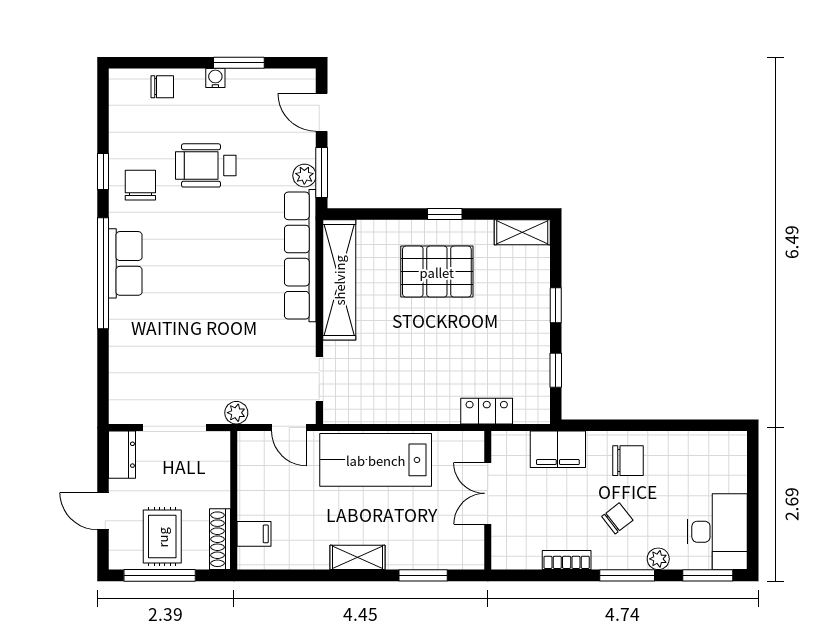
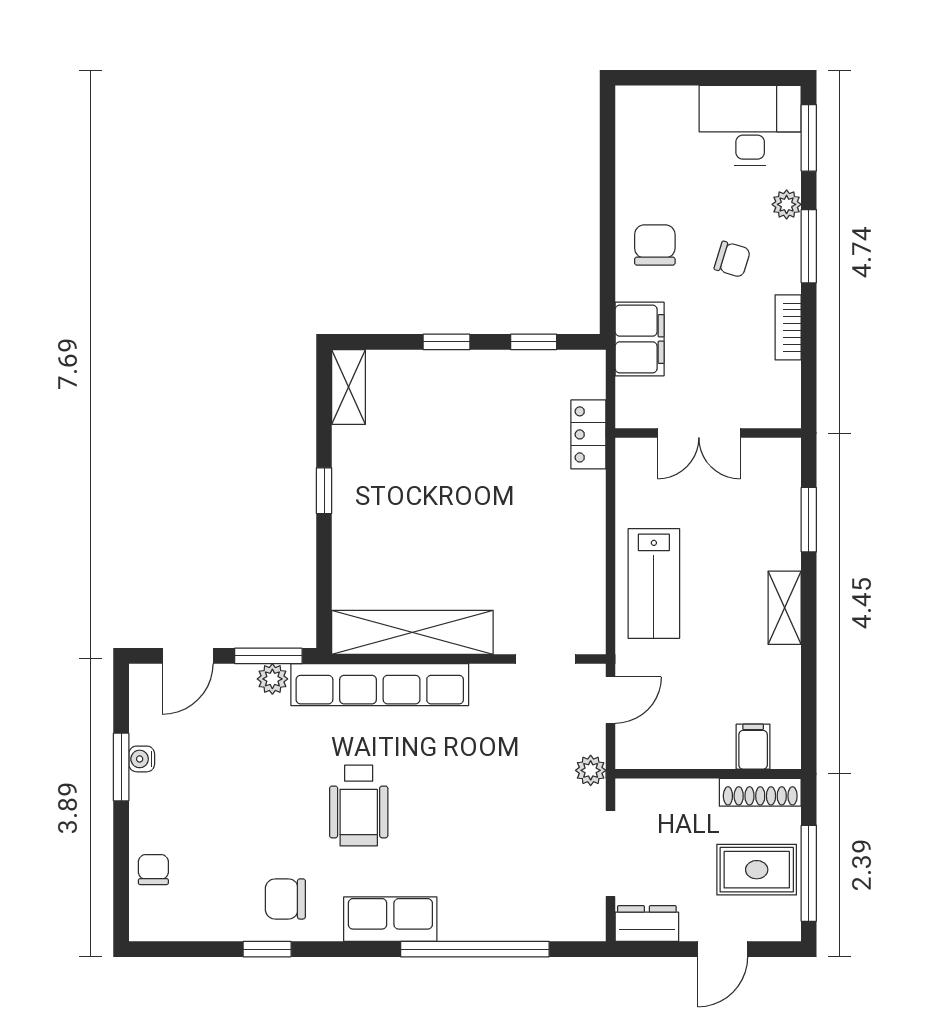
water cooler: (215, 78) -> (142, 759), moved
wheelchair: (206, 165) -> (359, 805), moved
pallet: (437, 272) -> (401, 501), removed
window: (103, 273) -> (475, 949), moved
lab bench: (376, 460) -> (654, 583), width x0.73, depth x0.72
chair: (617, 518) -> (732, 259), turned 145

